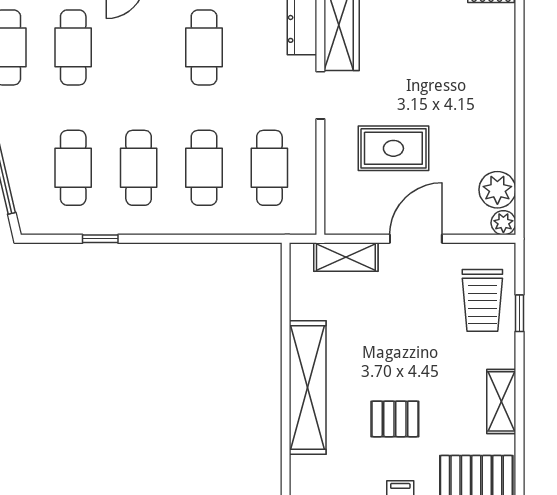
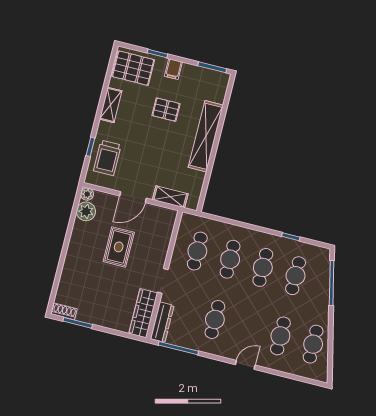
rug: (393, 148) -> (119, 247), moved, turned 90
trolley: (482, 300) -> (107, 158), turned 180

